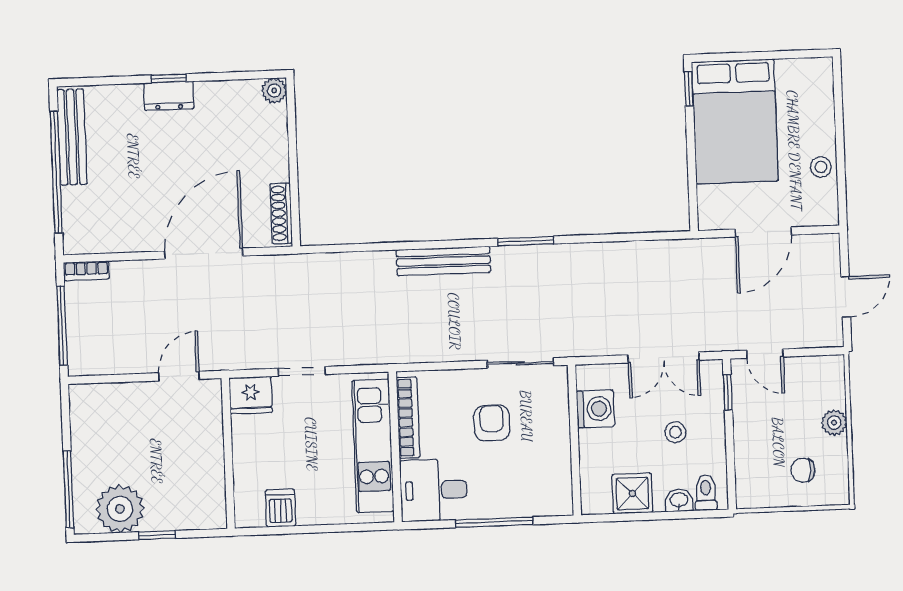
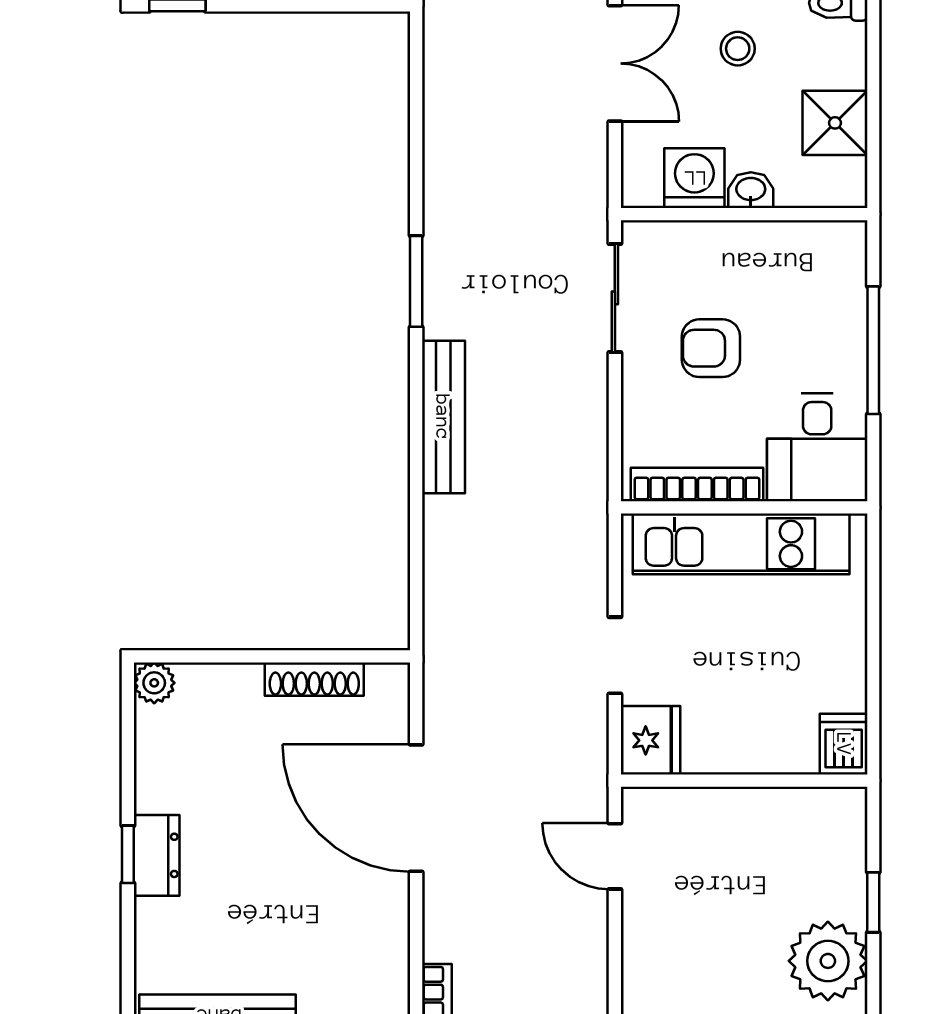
shoe rack: (281, 213) -> (314, 679), moved
washbasin: (679, 500) -> (751, 190), moved, turned 90
dishwasher: (280, 508) -> (844, 744), moved, turned 90

